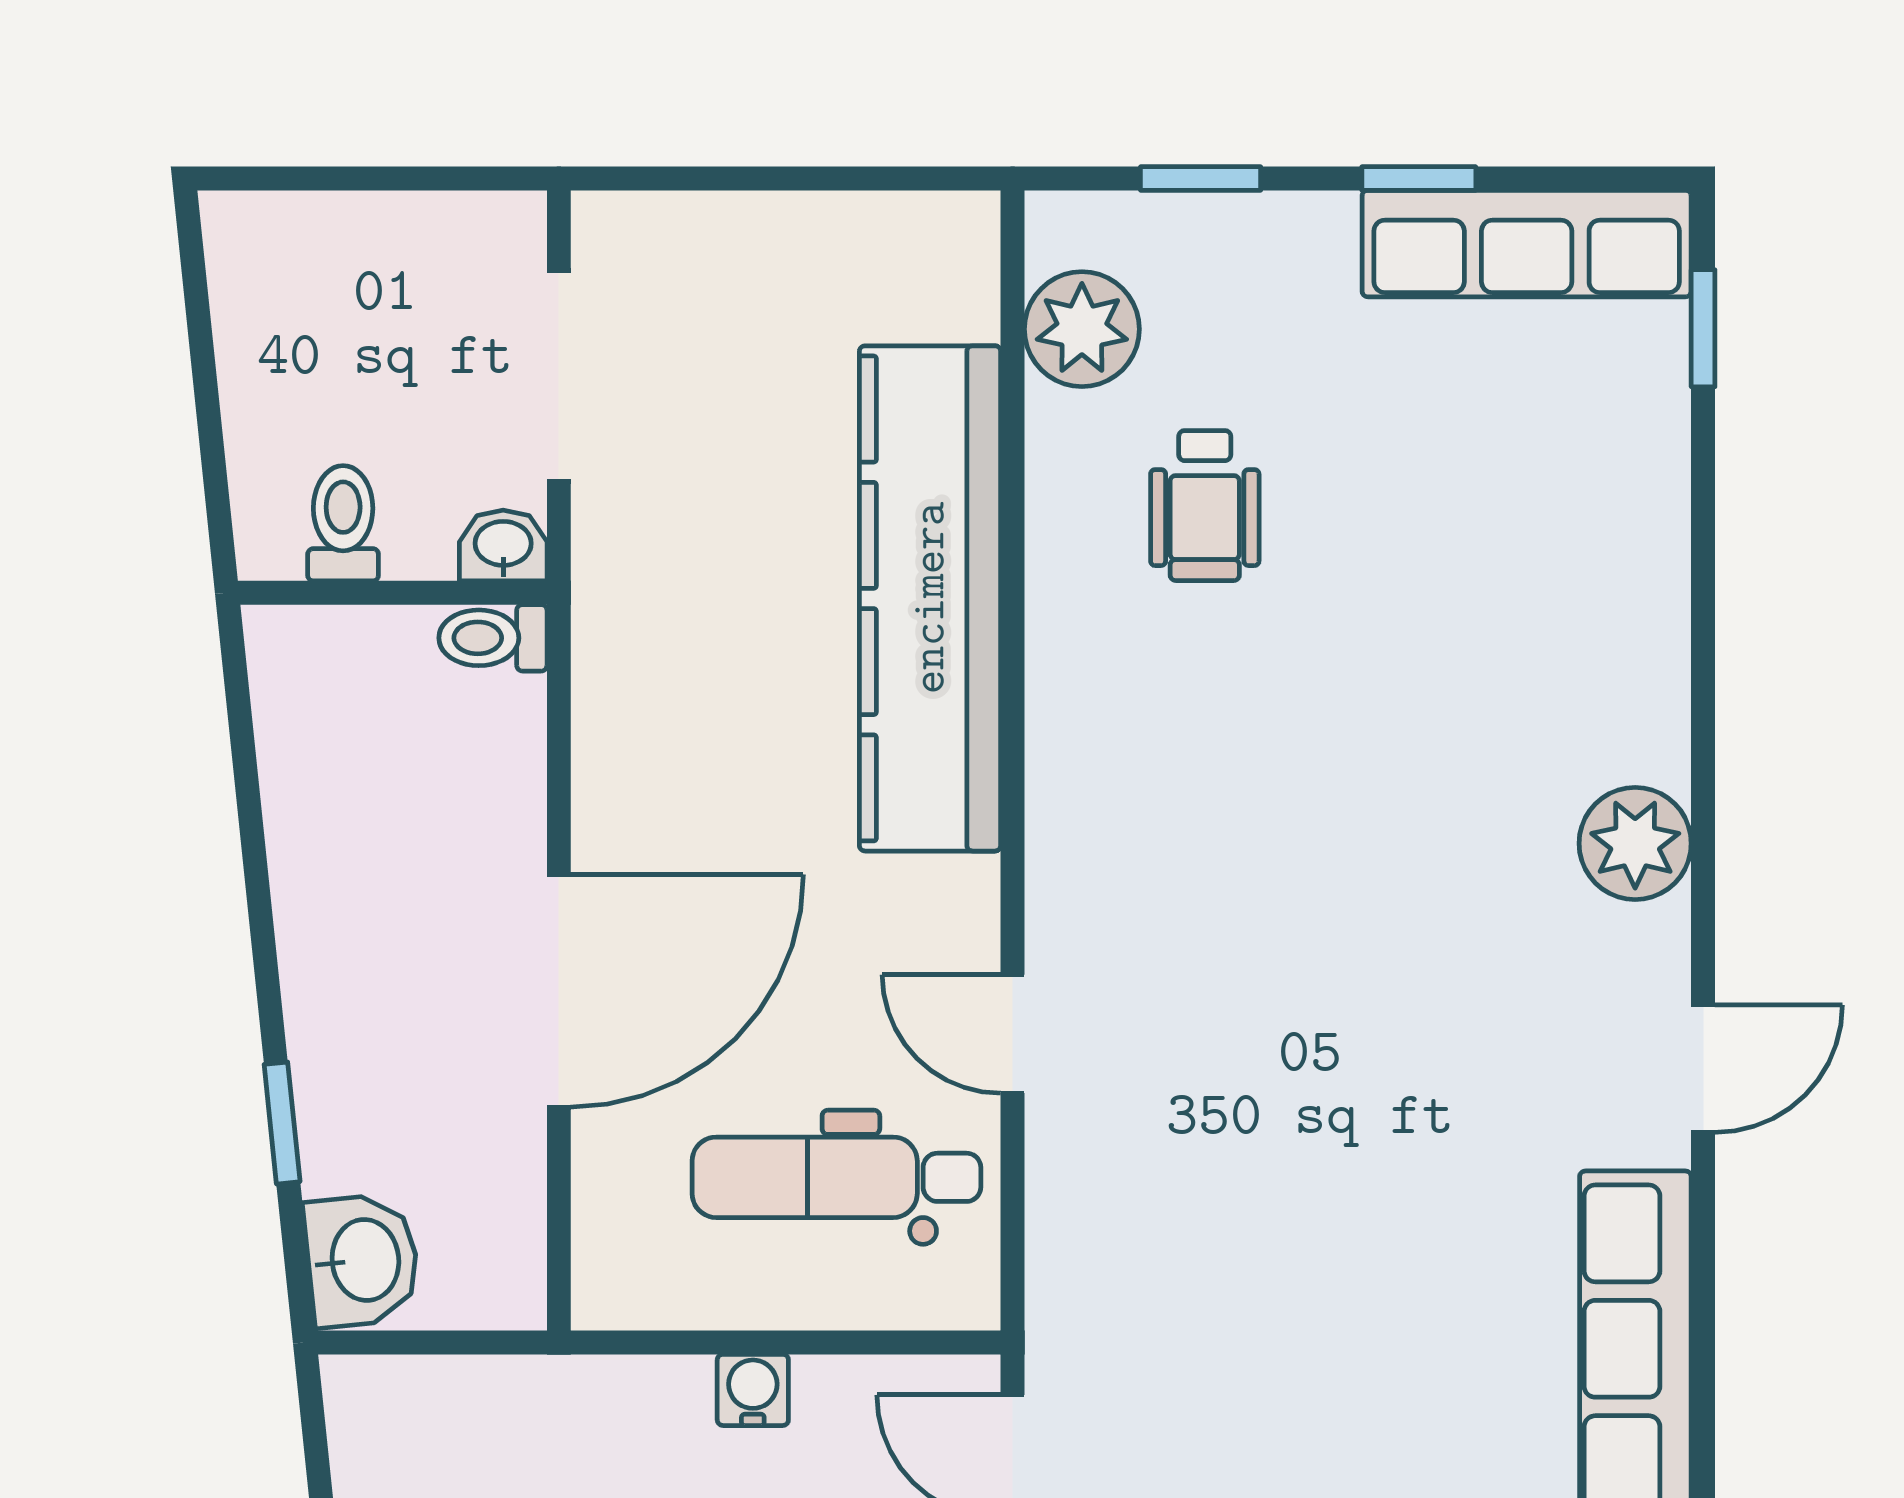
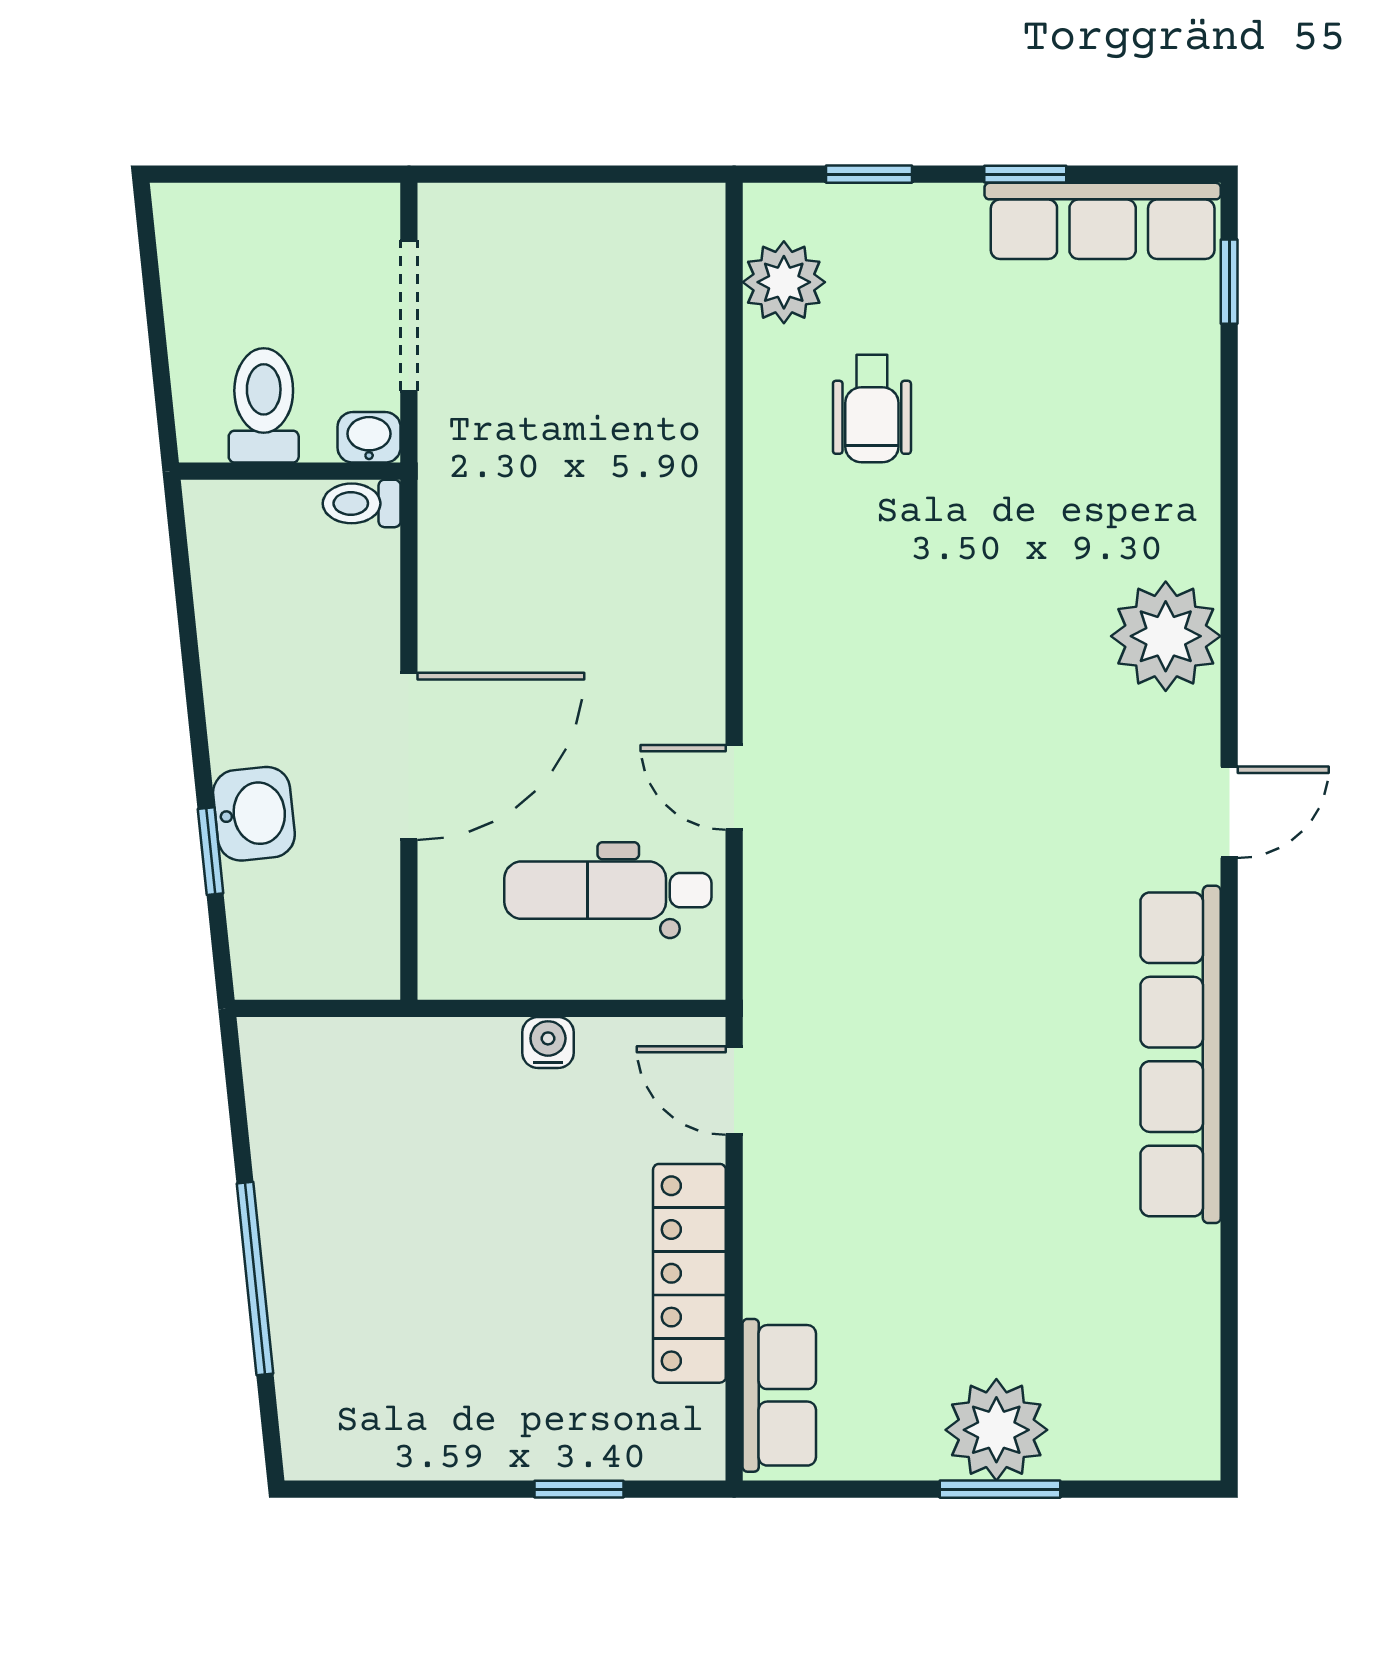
toilet: (343, 523) -> (264, 405), width x1.37, depth x1.39
kitchen counter: (930, 598) -> (675, 475), removed
plant: (1635, 843) -> (1166, 636), width x1.36, depth x1.36
washbasin: (362, 1260) -> (254, 814), moved

